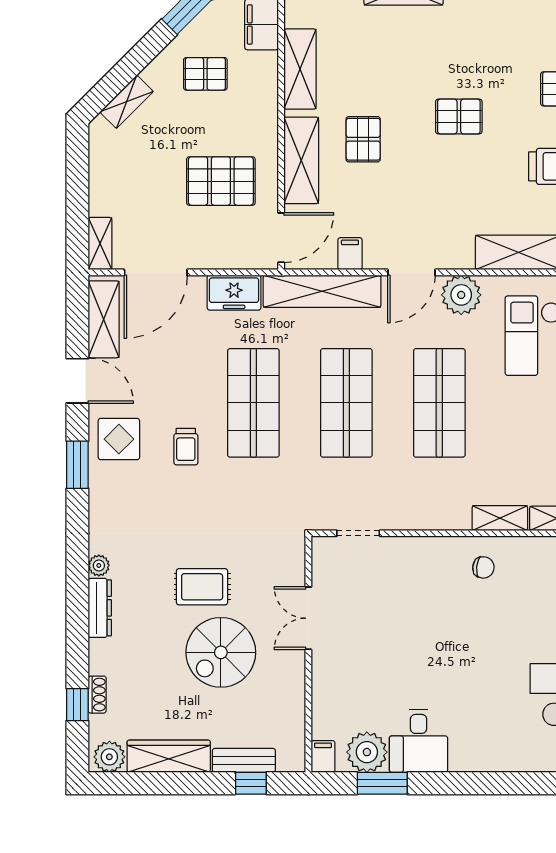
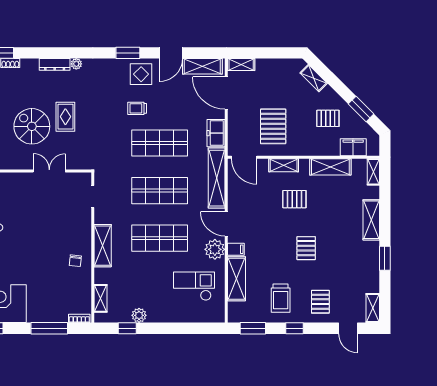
pallet: (205, 74) -> (328, 118), turned 90
shelving: (301, 160) -> (284, 165), width x0.67, depth x0.75
filing cabinet: (350, 254) -> (236, 249), moved
shelving: (500, 518) -> (103, 246), moved, width x1.50, depth x1.33

